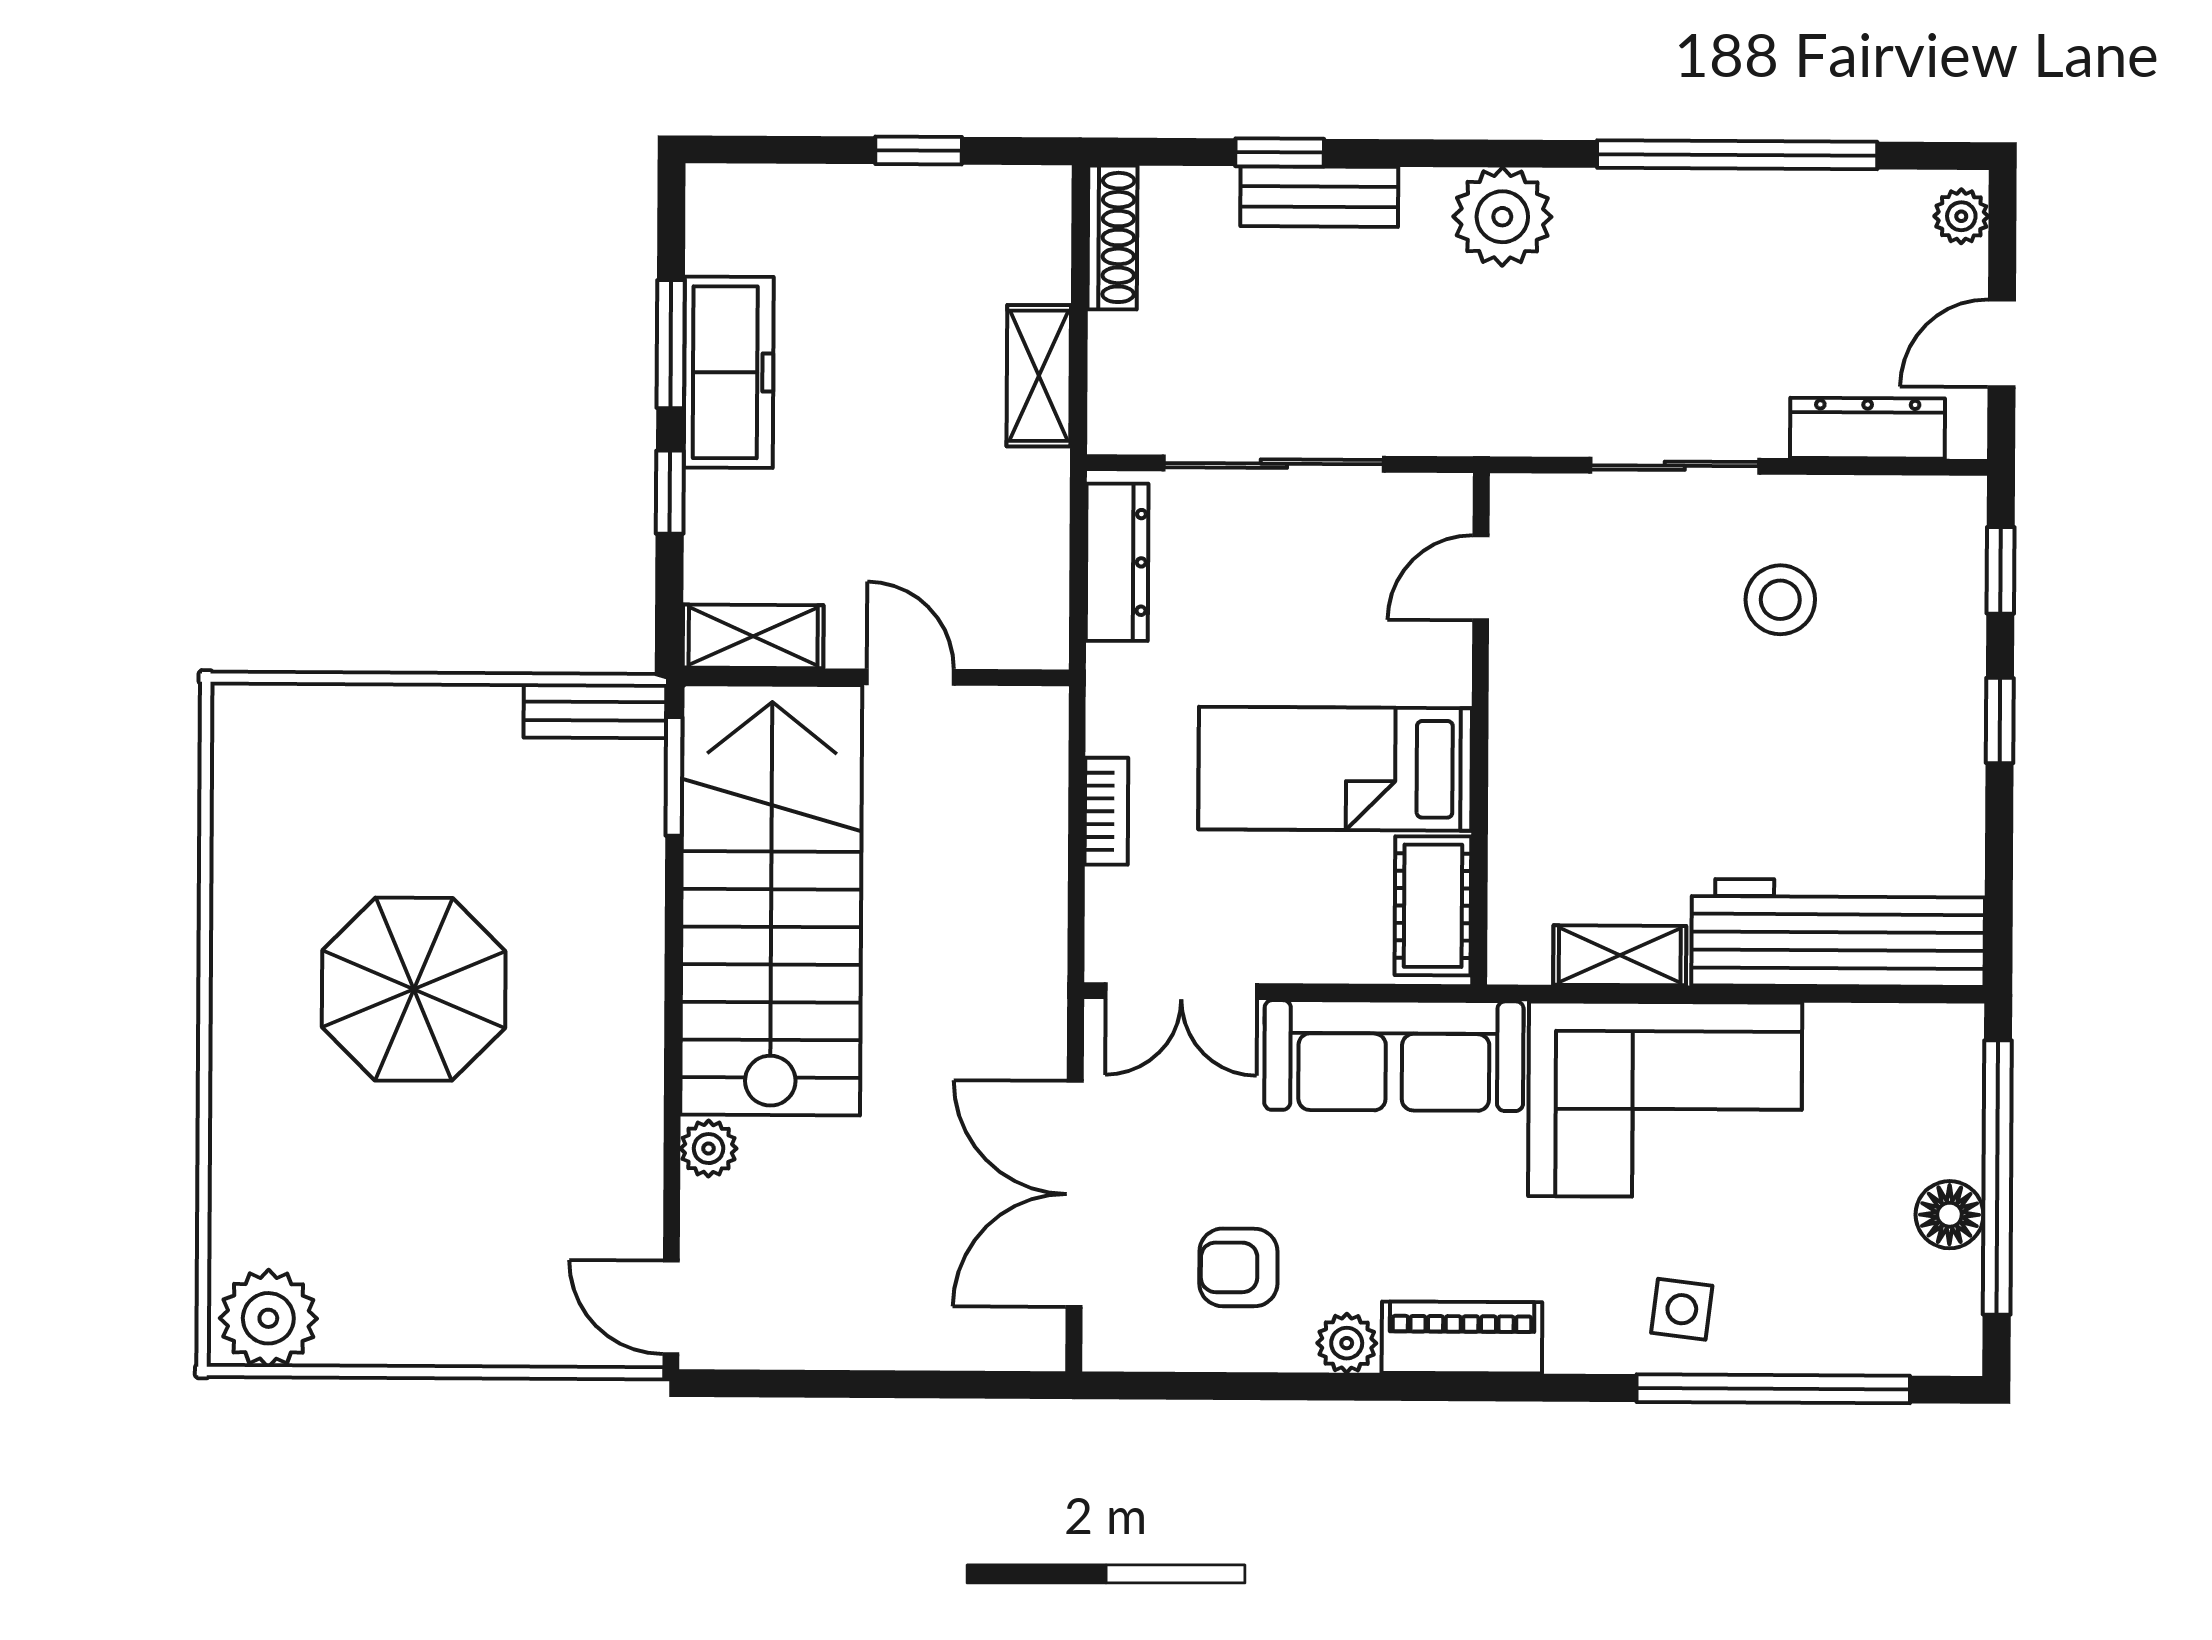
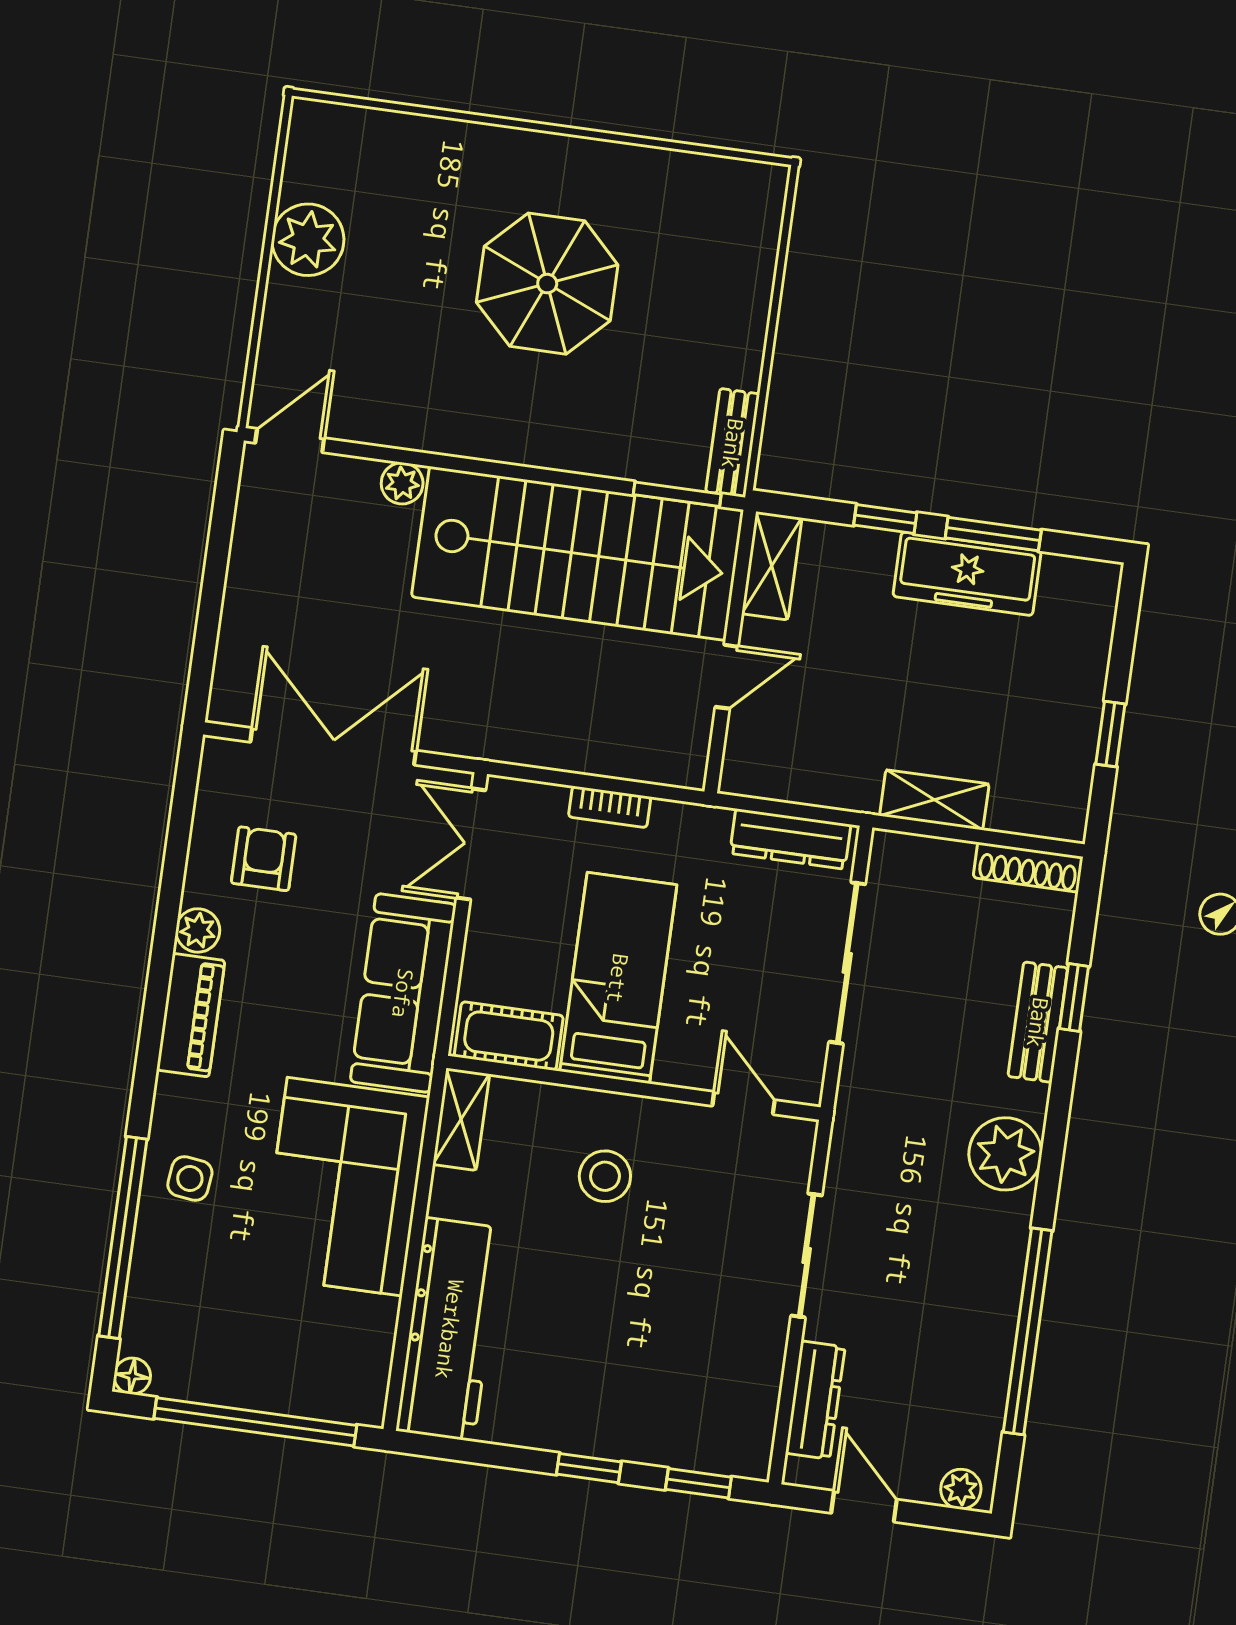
stool: (1780, 600) -> (605, 1176), moved
shelving: (1620, 955) -> (461, 1119), moved
floor lamp: (1949, 1215) -> (132, 1376), moved, width x0.73, depth x0.73
plant: (268, 1318) -> (308, 240), moved

